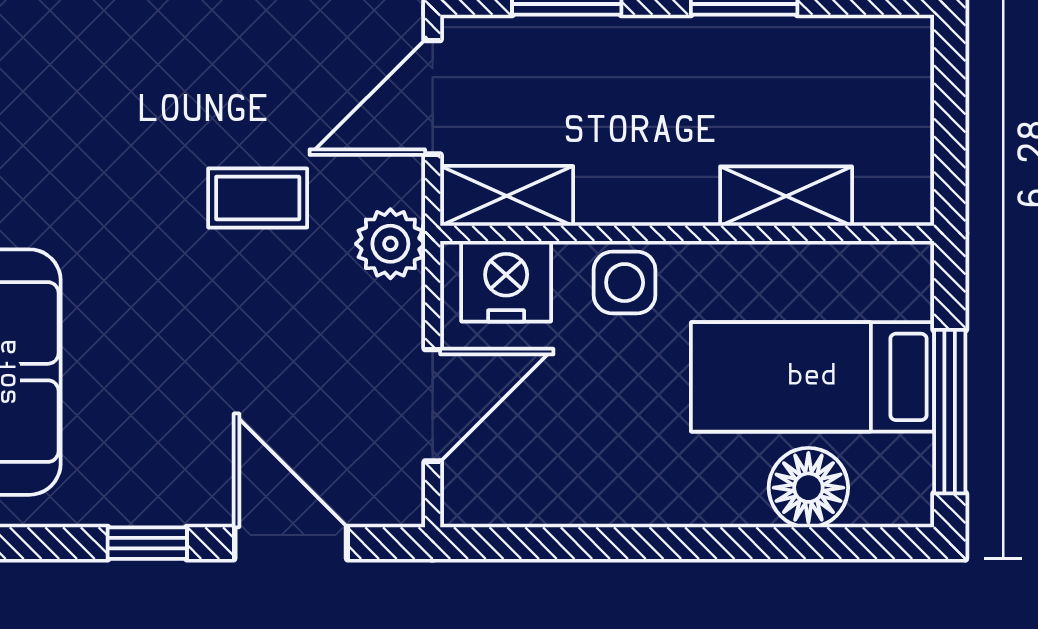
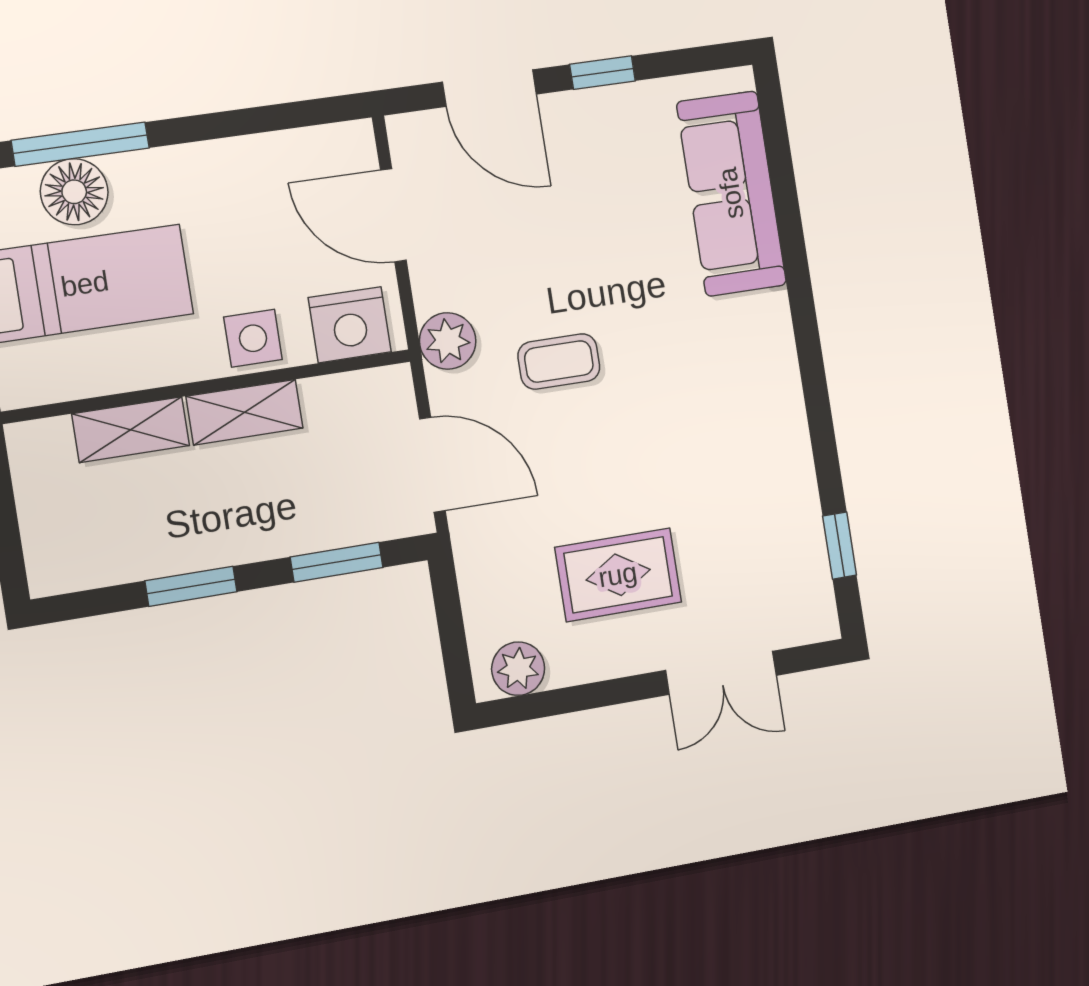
door: (433, 97) -> (432, 465), hinge flipped
shelving: (507, 196) -> (245, 412), moved
door: (433, 405) -> (393, 215), hinge flipped
window: (793, 543) -> (80, 144), added

